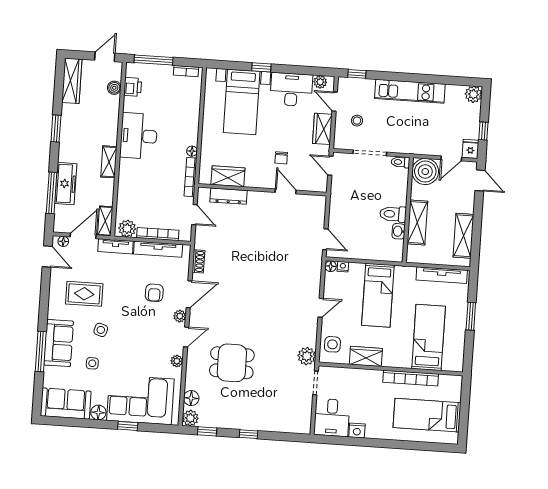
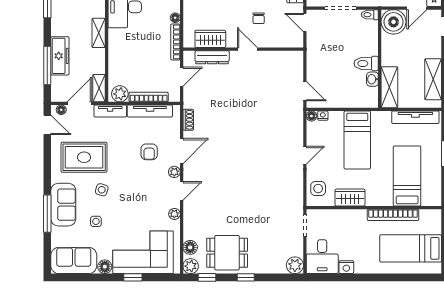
door: (286, 191) -> (247, 49), moved
door: (194, 215) -> (182, 77), hinge flipped
shelving: (417, 223) -> (389, 87), moved
rug: (84, 294) -> (84, 157), width x1.36, depth x1.43
plant: (307, 356) -> (295, 265), moved
dining table: (232, 363) -> (227, 253), moved

